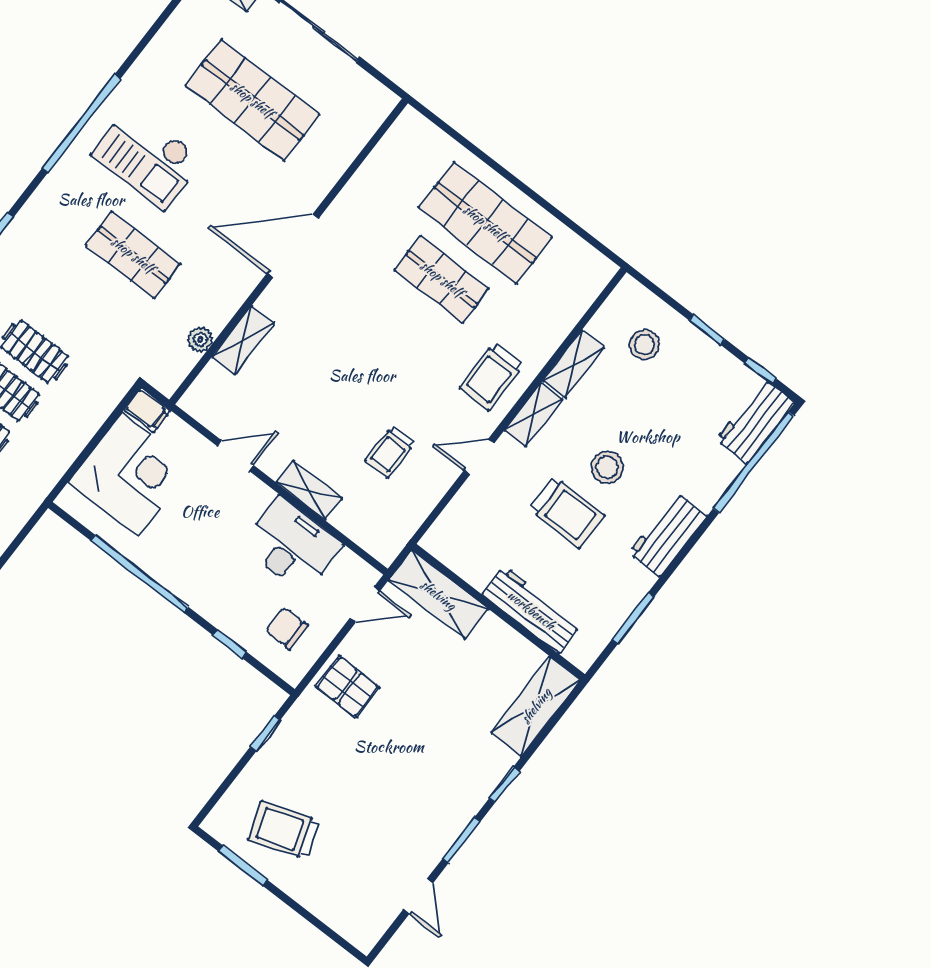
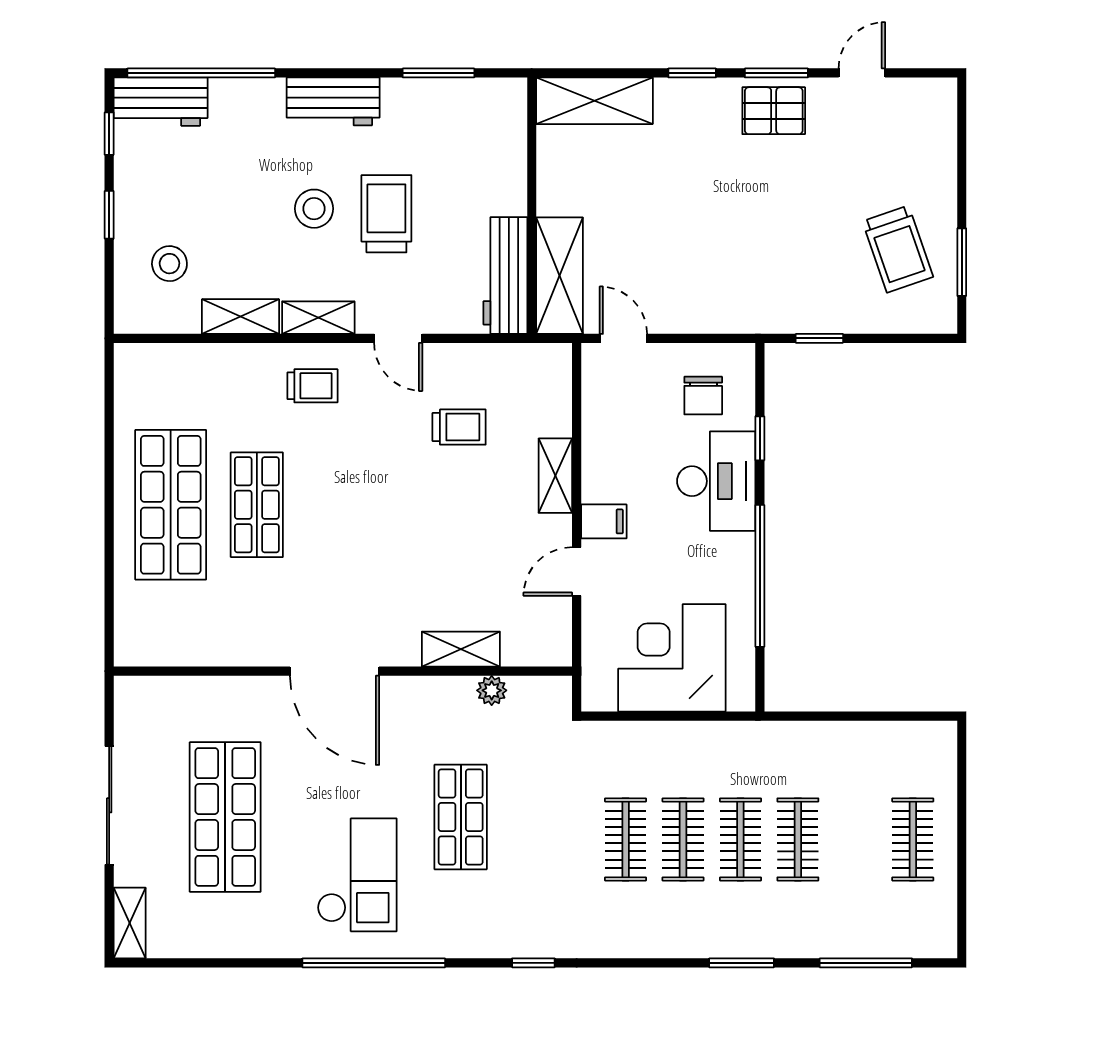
trolley: (492, 376) -> (312, 386), width x0.73, depth x0.72
filing cabinet: (147, 410) -> (604, 521), moved, turned 90
door: (235, 456) -> (577, 572), hinge flipped
desk: (292, 545) -> (716, 481), moved, turned 180
workbench: (531, 610) -> (505, 275), moved
pallet: (348, 687) -> (774, 111), moved, turned 90

